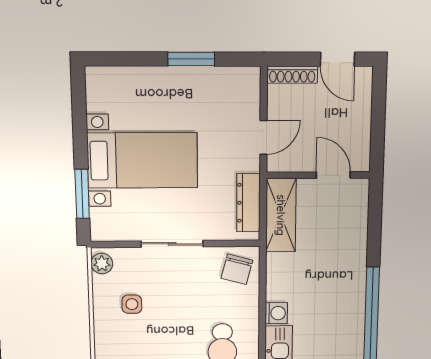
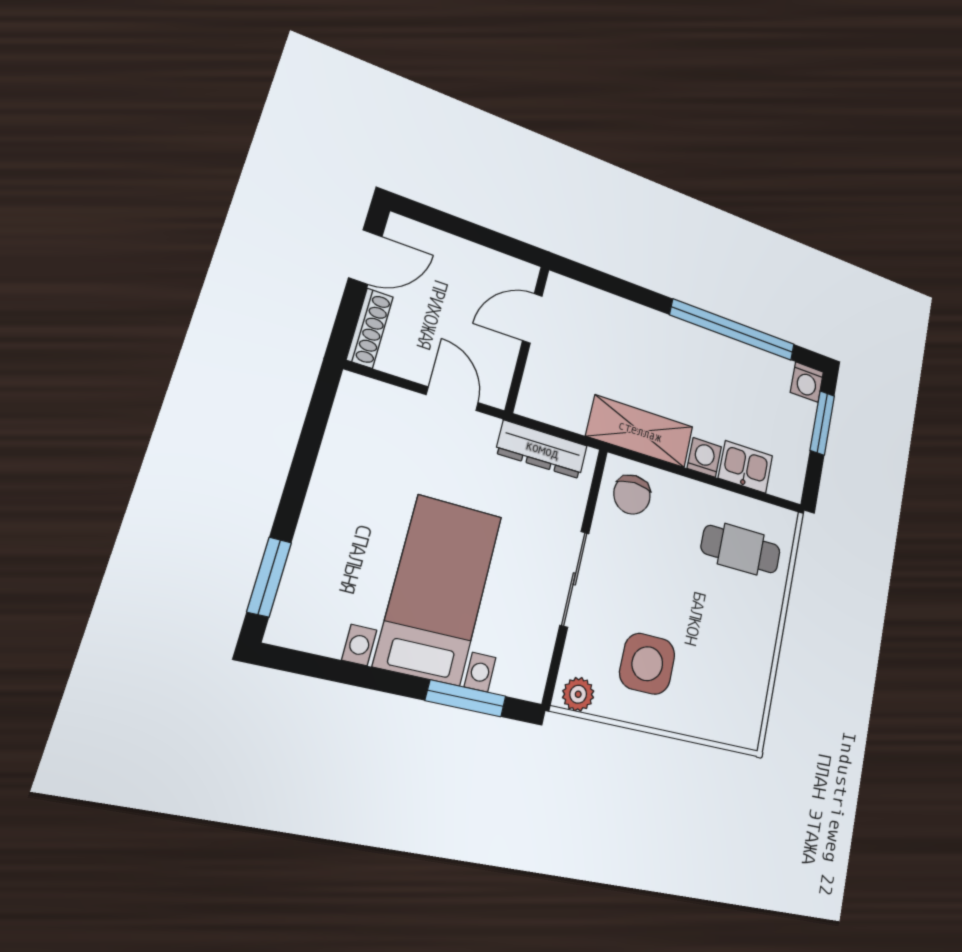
window: (191, 59) -> (269, 577), moved
shelving: (281, 215) -> (640, 431), moved
chair: (237, 269) -> (632, 495), turned 75
side table: (132, 304) -> (647, 664), width x1.87, depth x1.87

